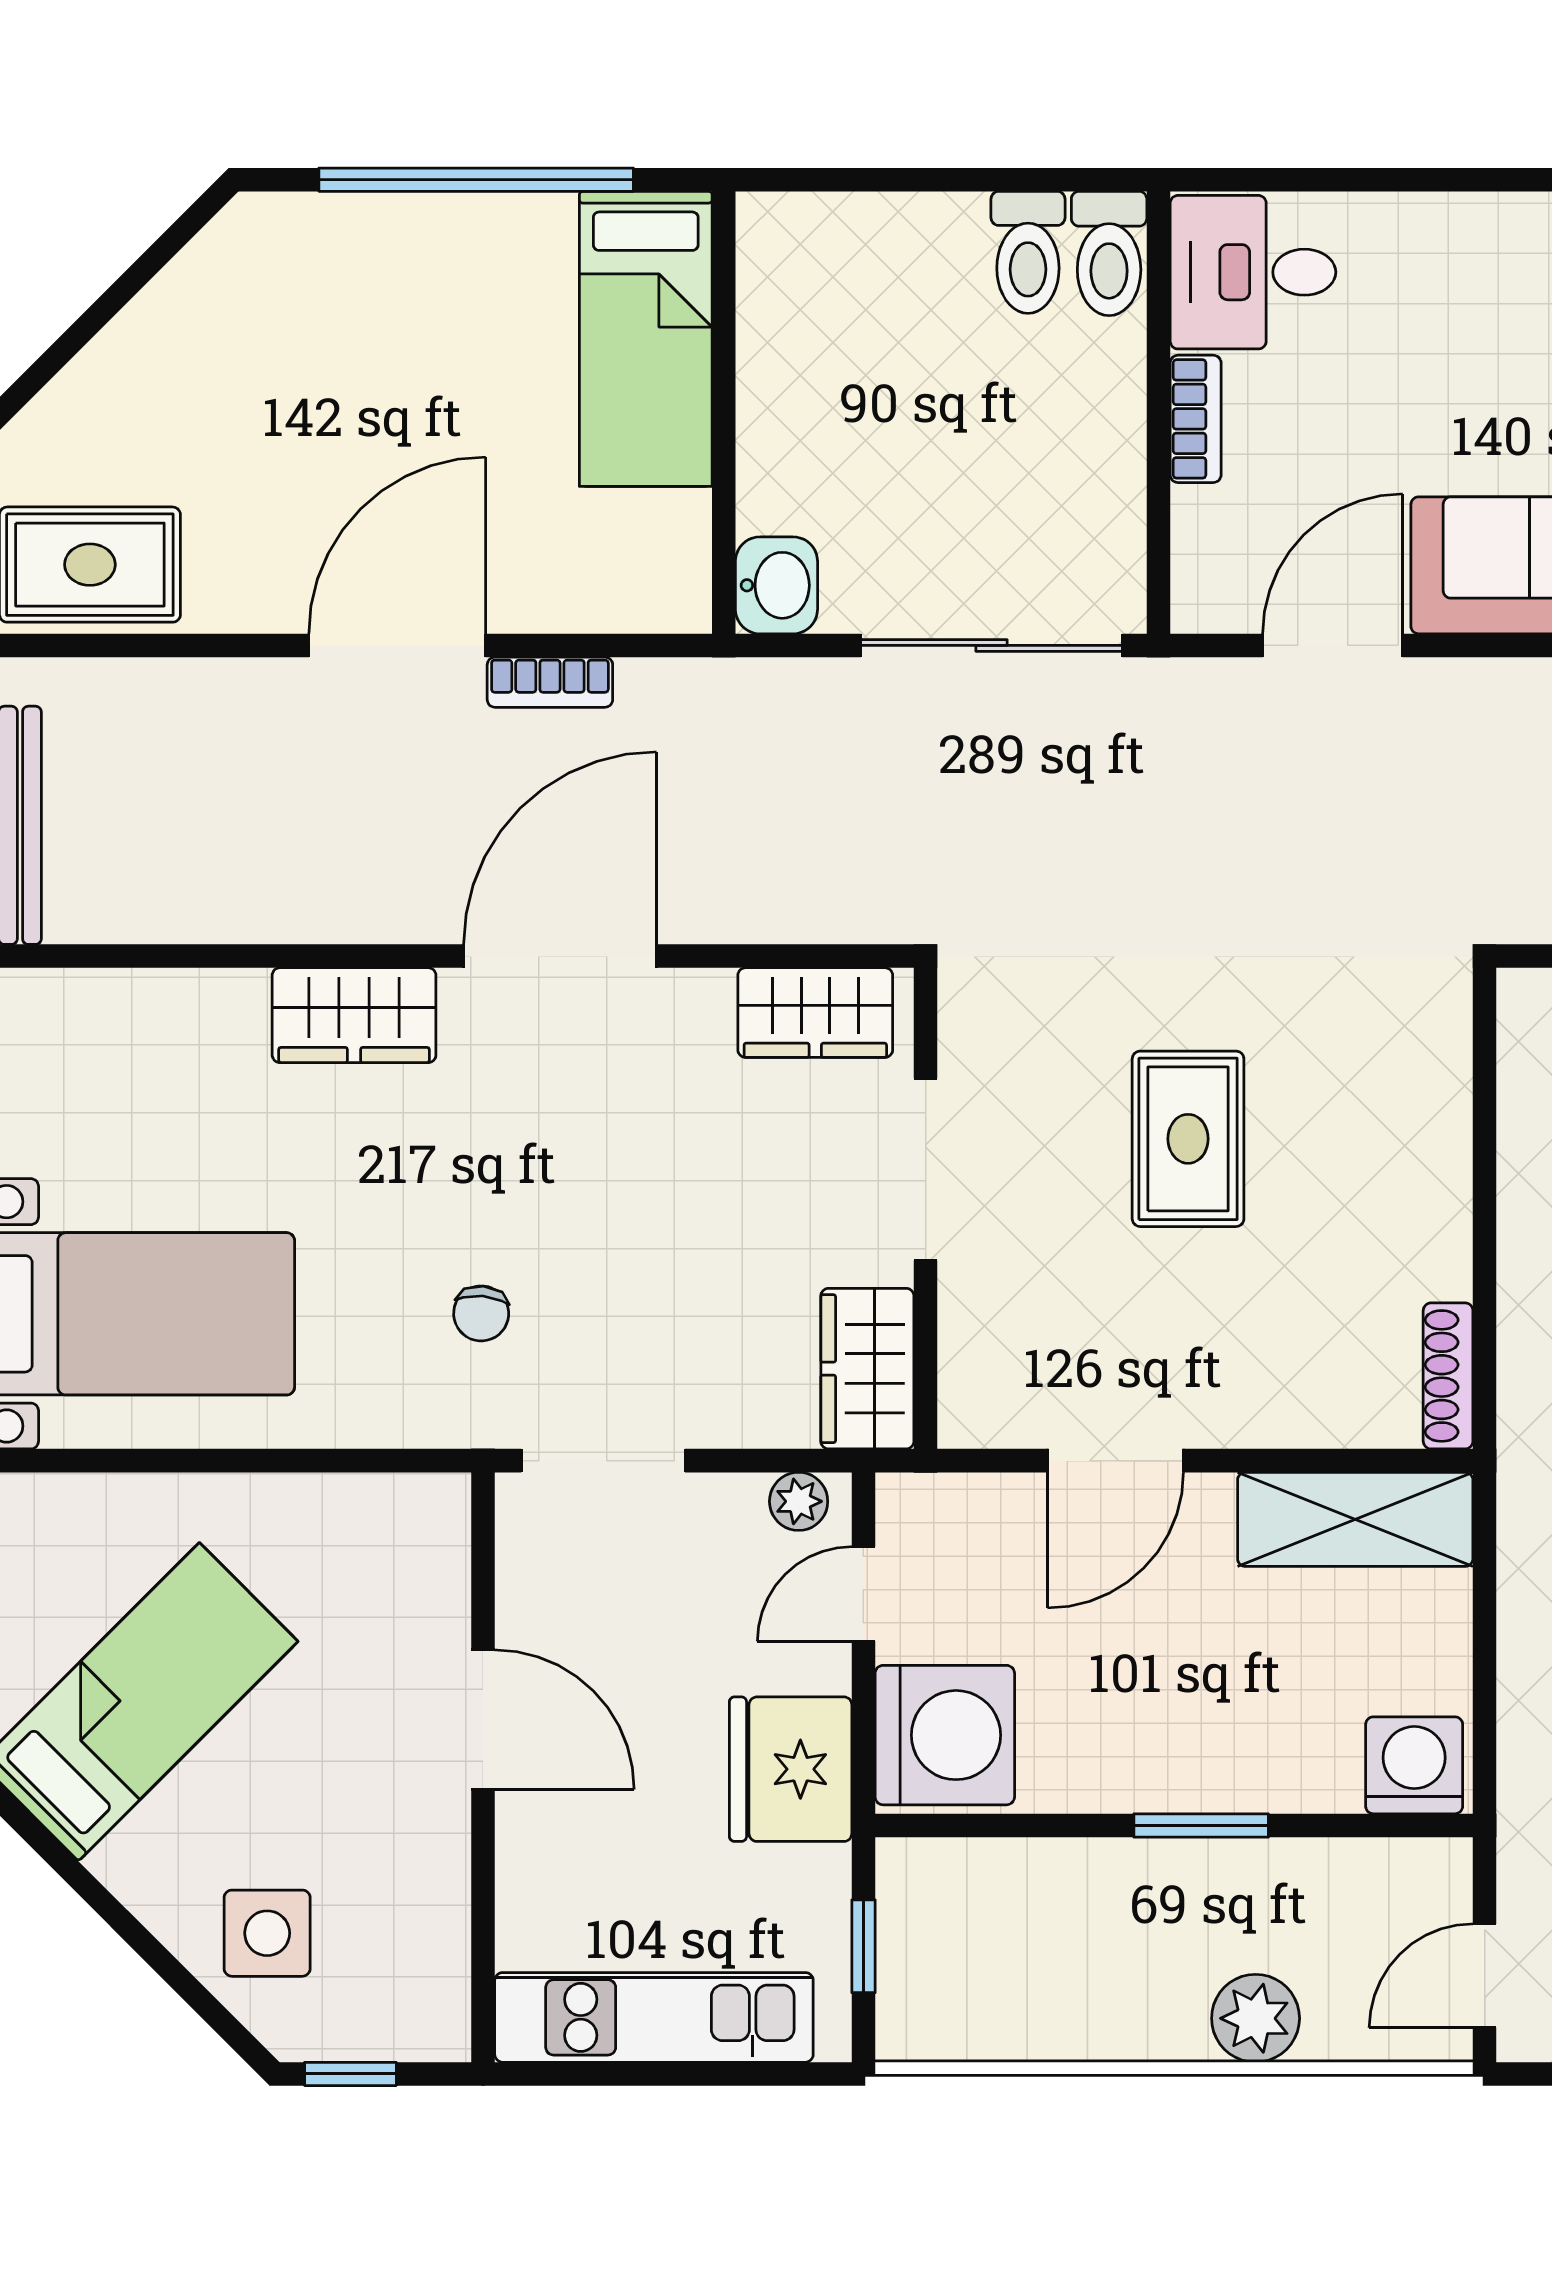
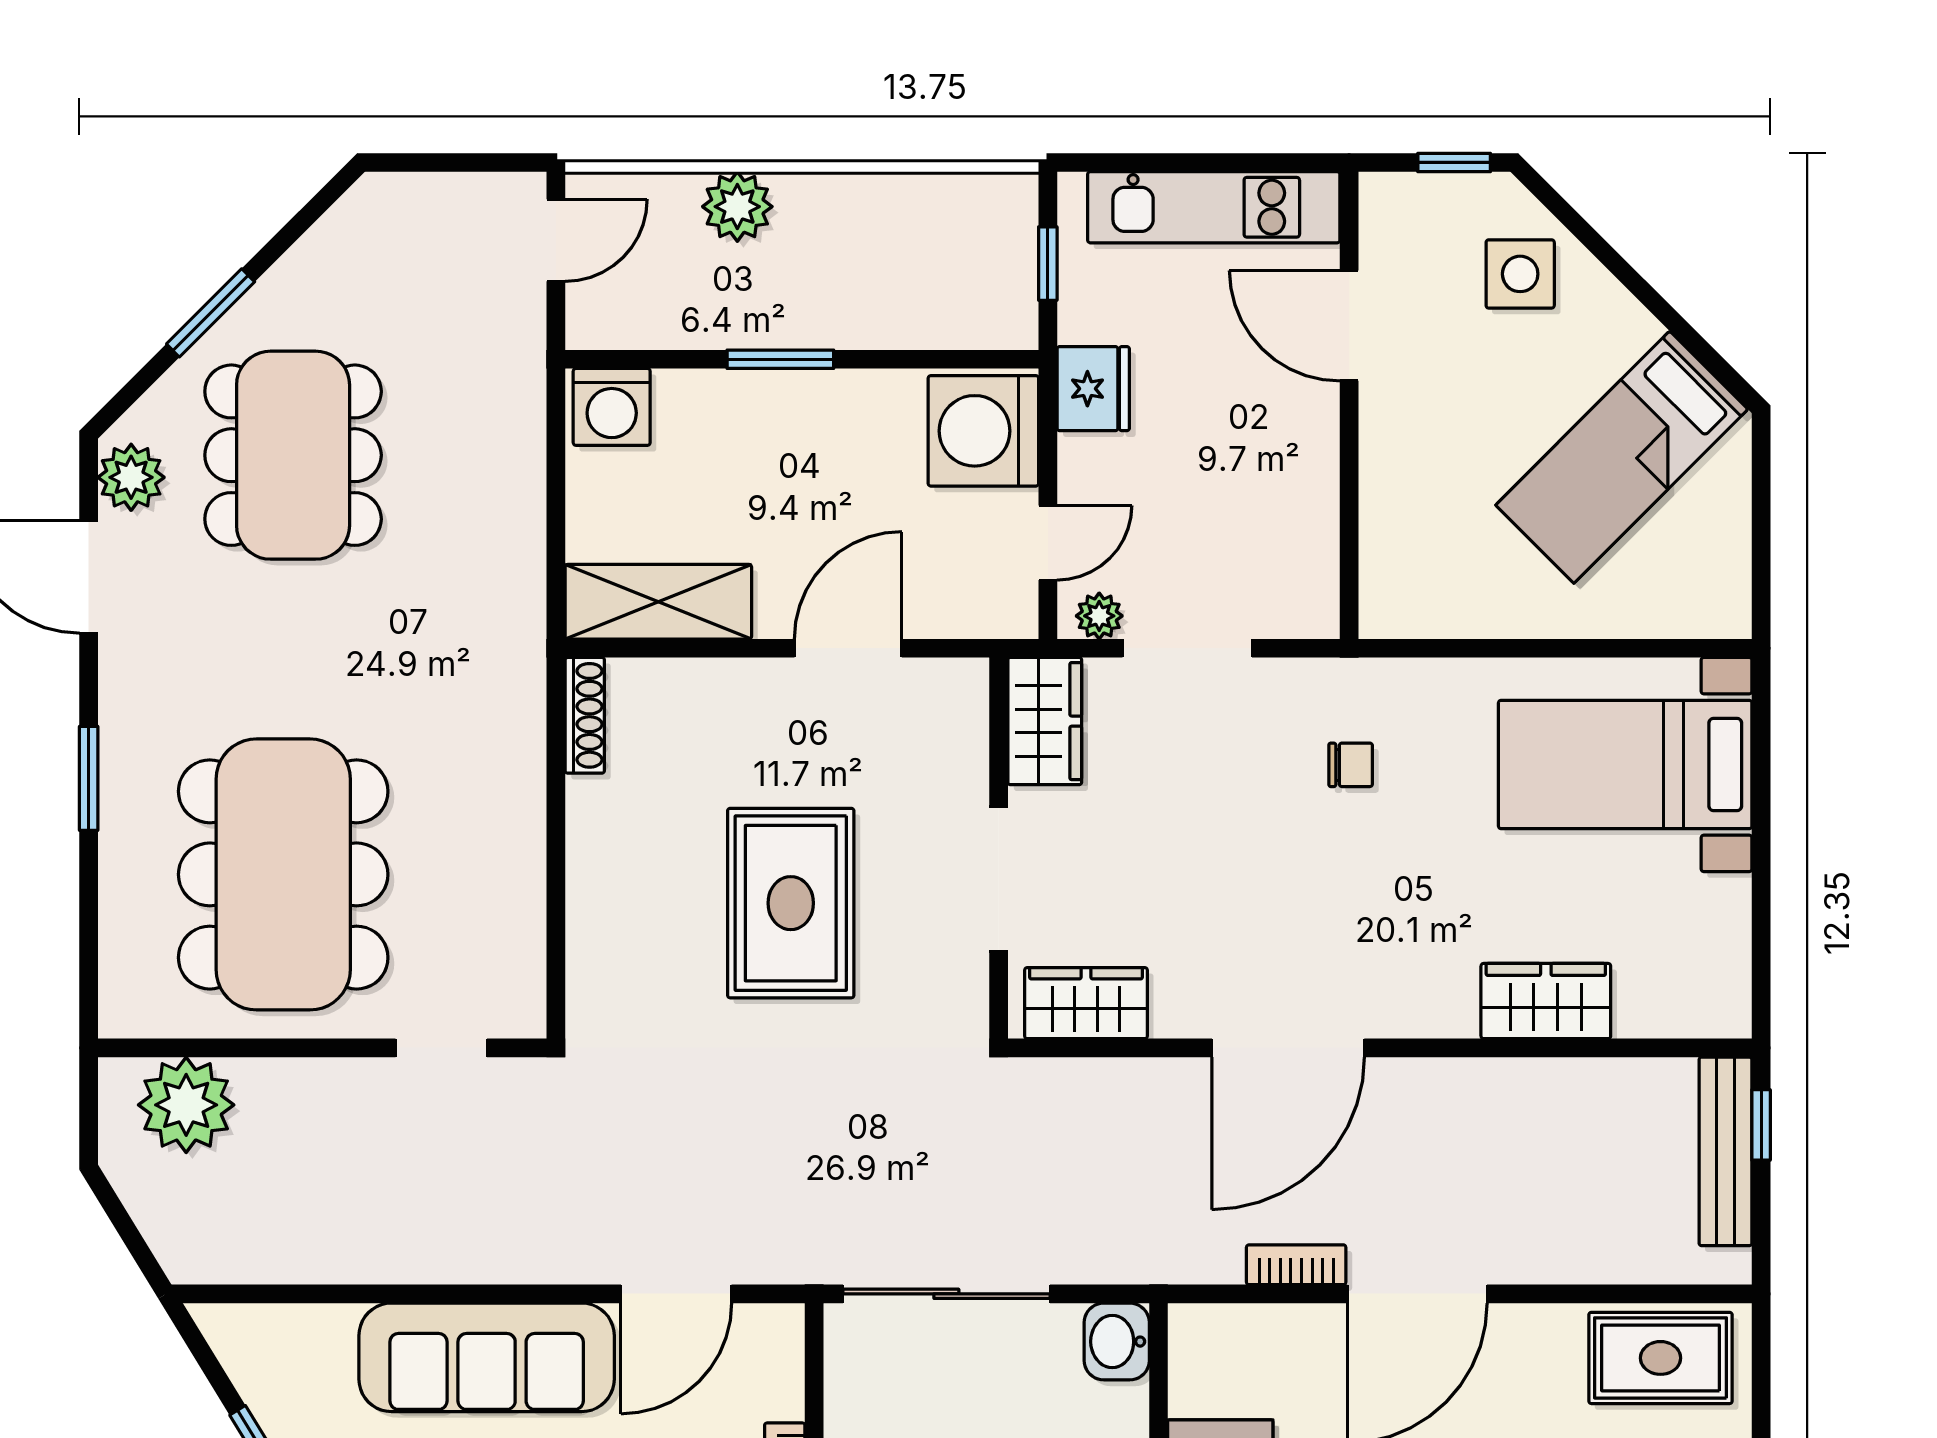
wardrobe: (354, 1015) -> (1546, 1001), moved
rug: (1188, 1139) -> (791, 903), width x1.36, depth x1.43
chair: (481, 1313) -> (1351, 765), turned 85
doorway: (603, 1461) -> (1187, 648), moved
door: (483, 1720) -> (1349, 326), moved
fridge: (791, 1769) -> (1093, 389), width x0.73, depth x0.75

